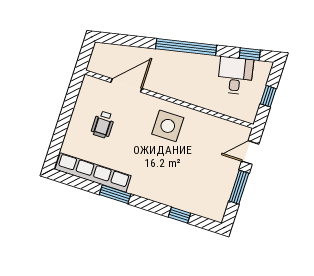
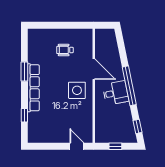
desk: (235, 76) -> (116, 93), moved
door: (126, 85) -> (94, 69), moved
row of seats: (93, 173) -> (33, 88), moved
window: (239, 187) -> (53, 146), removed

